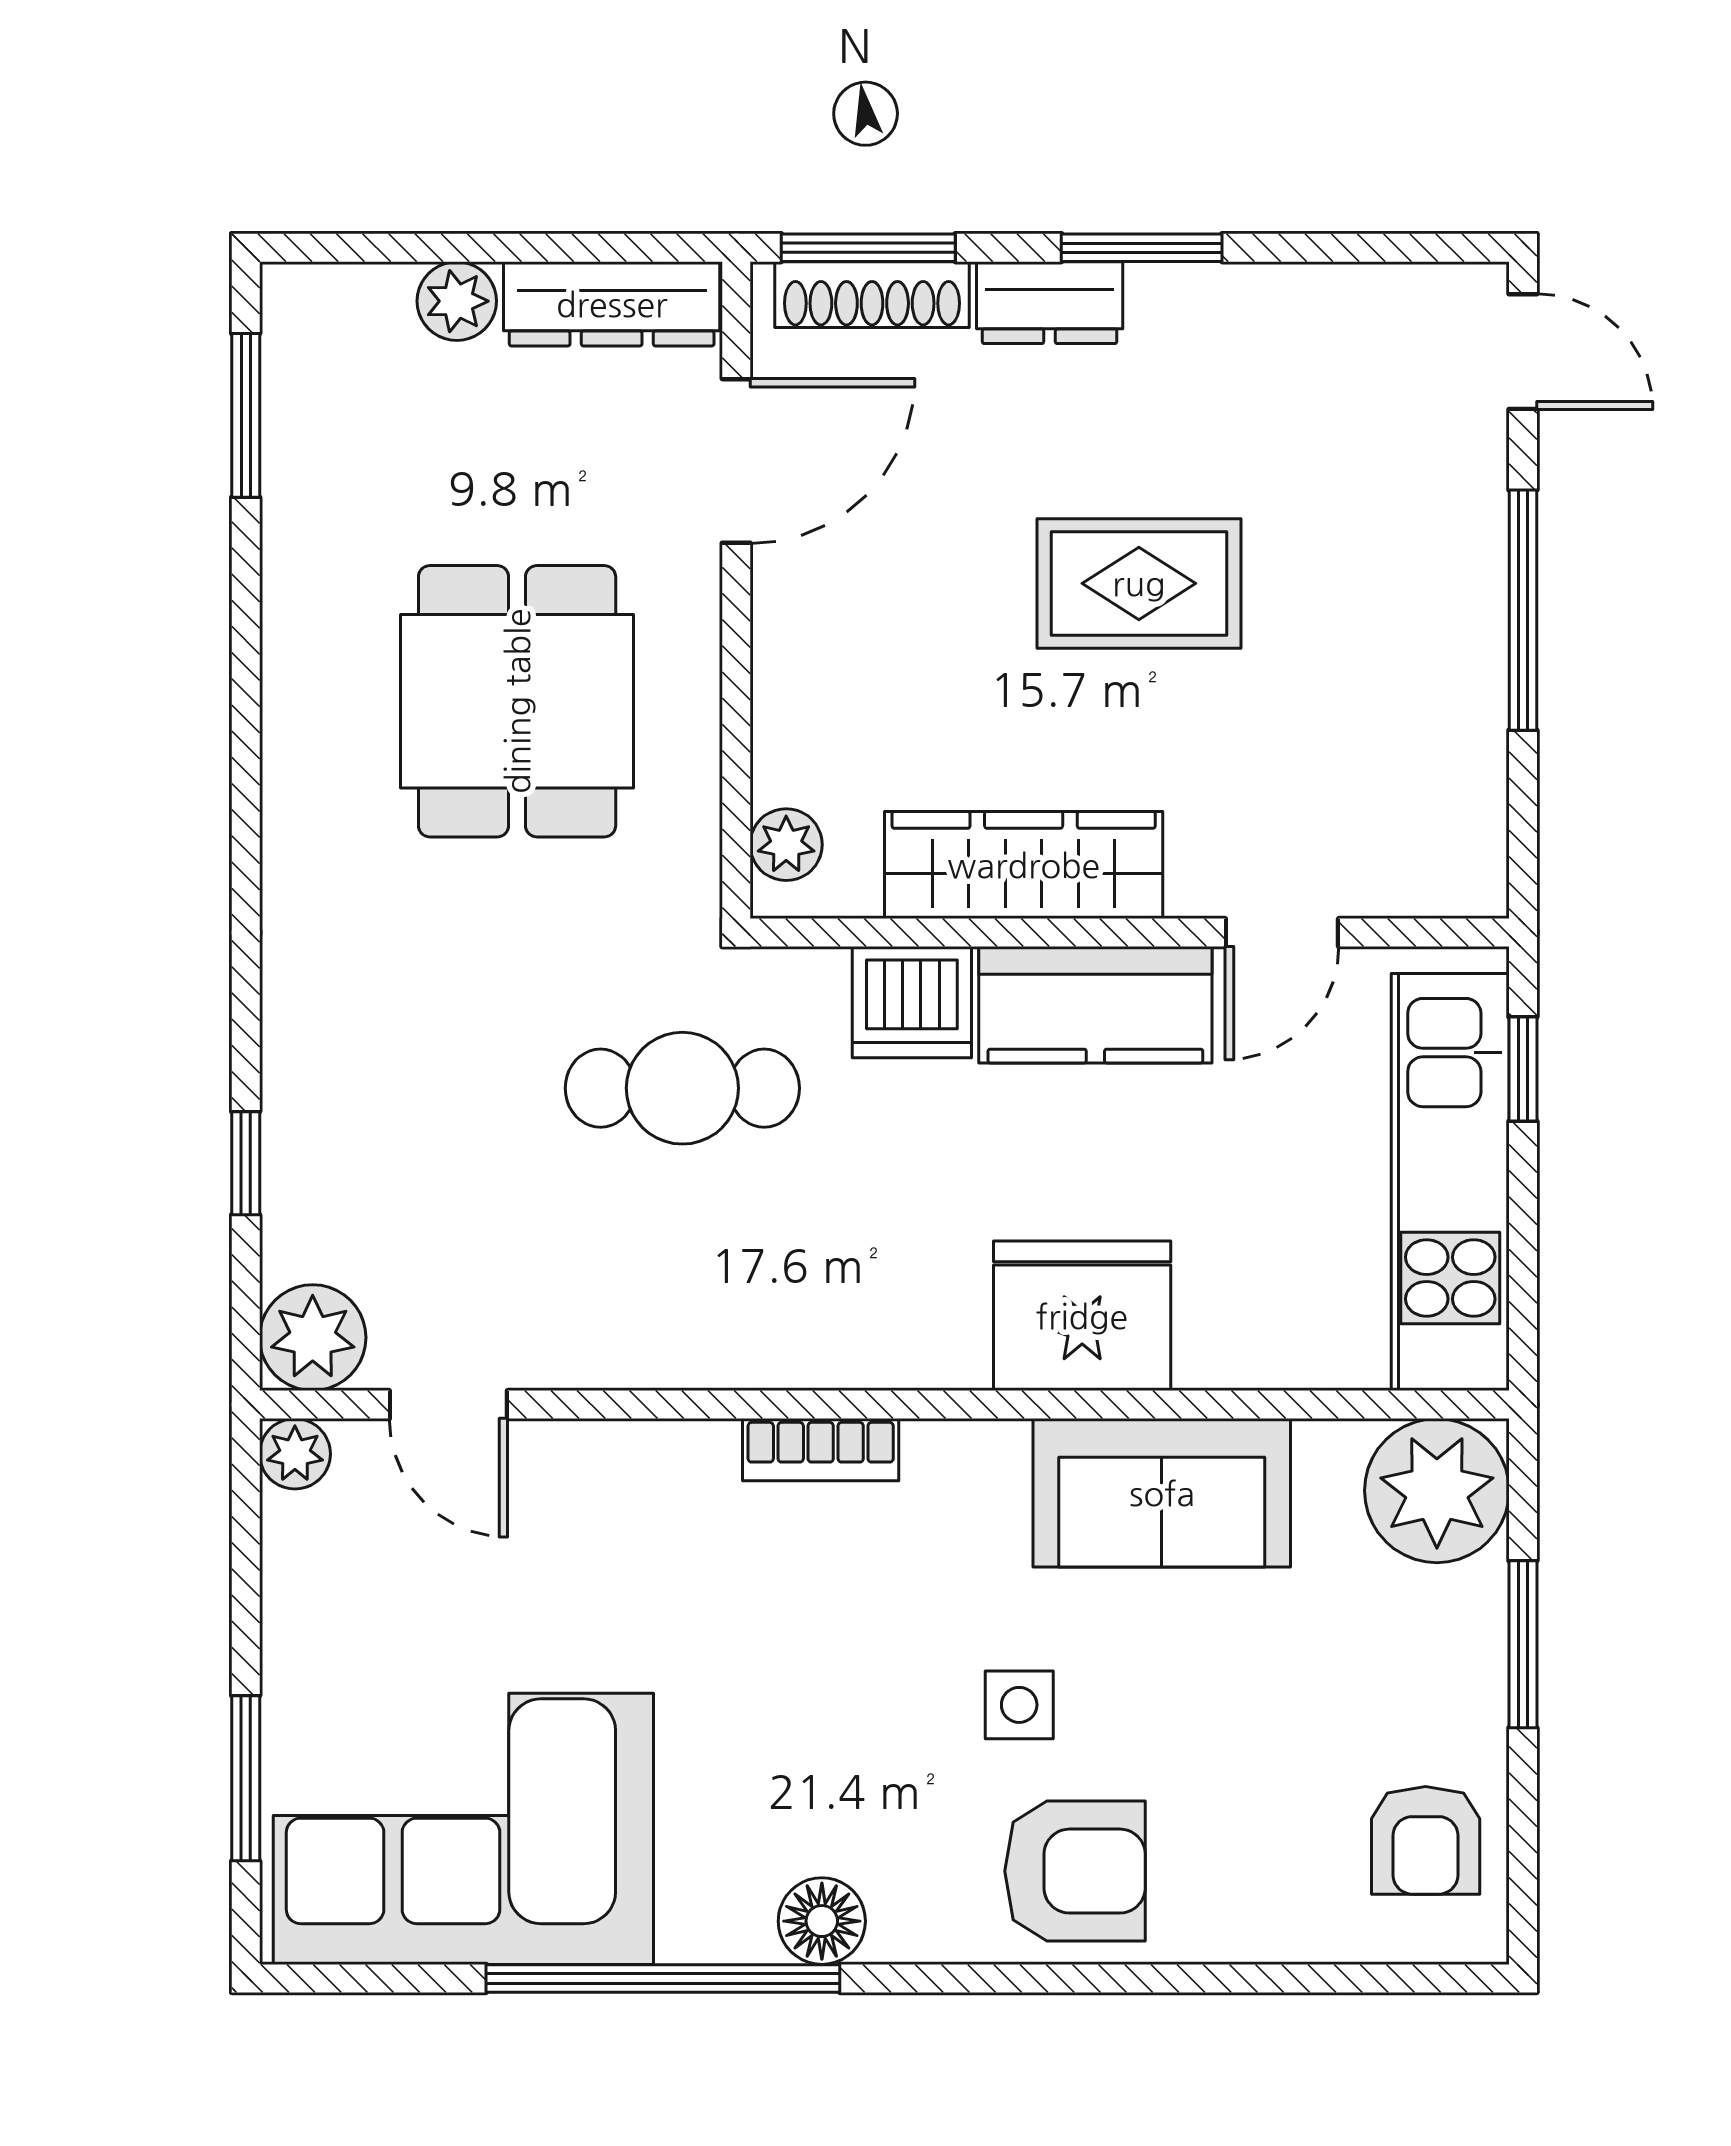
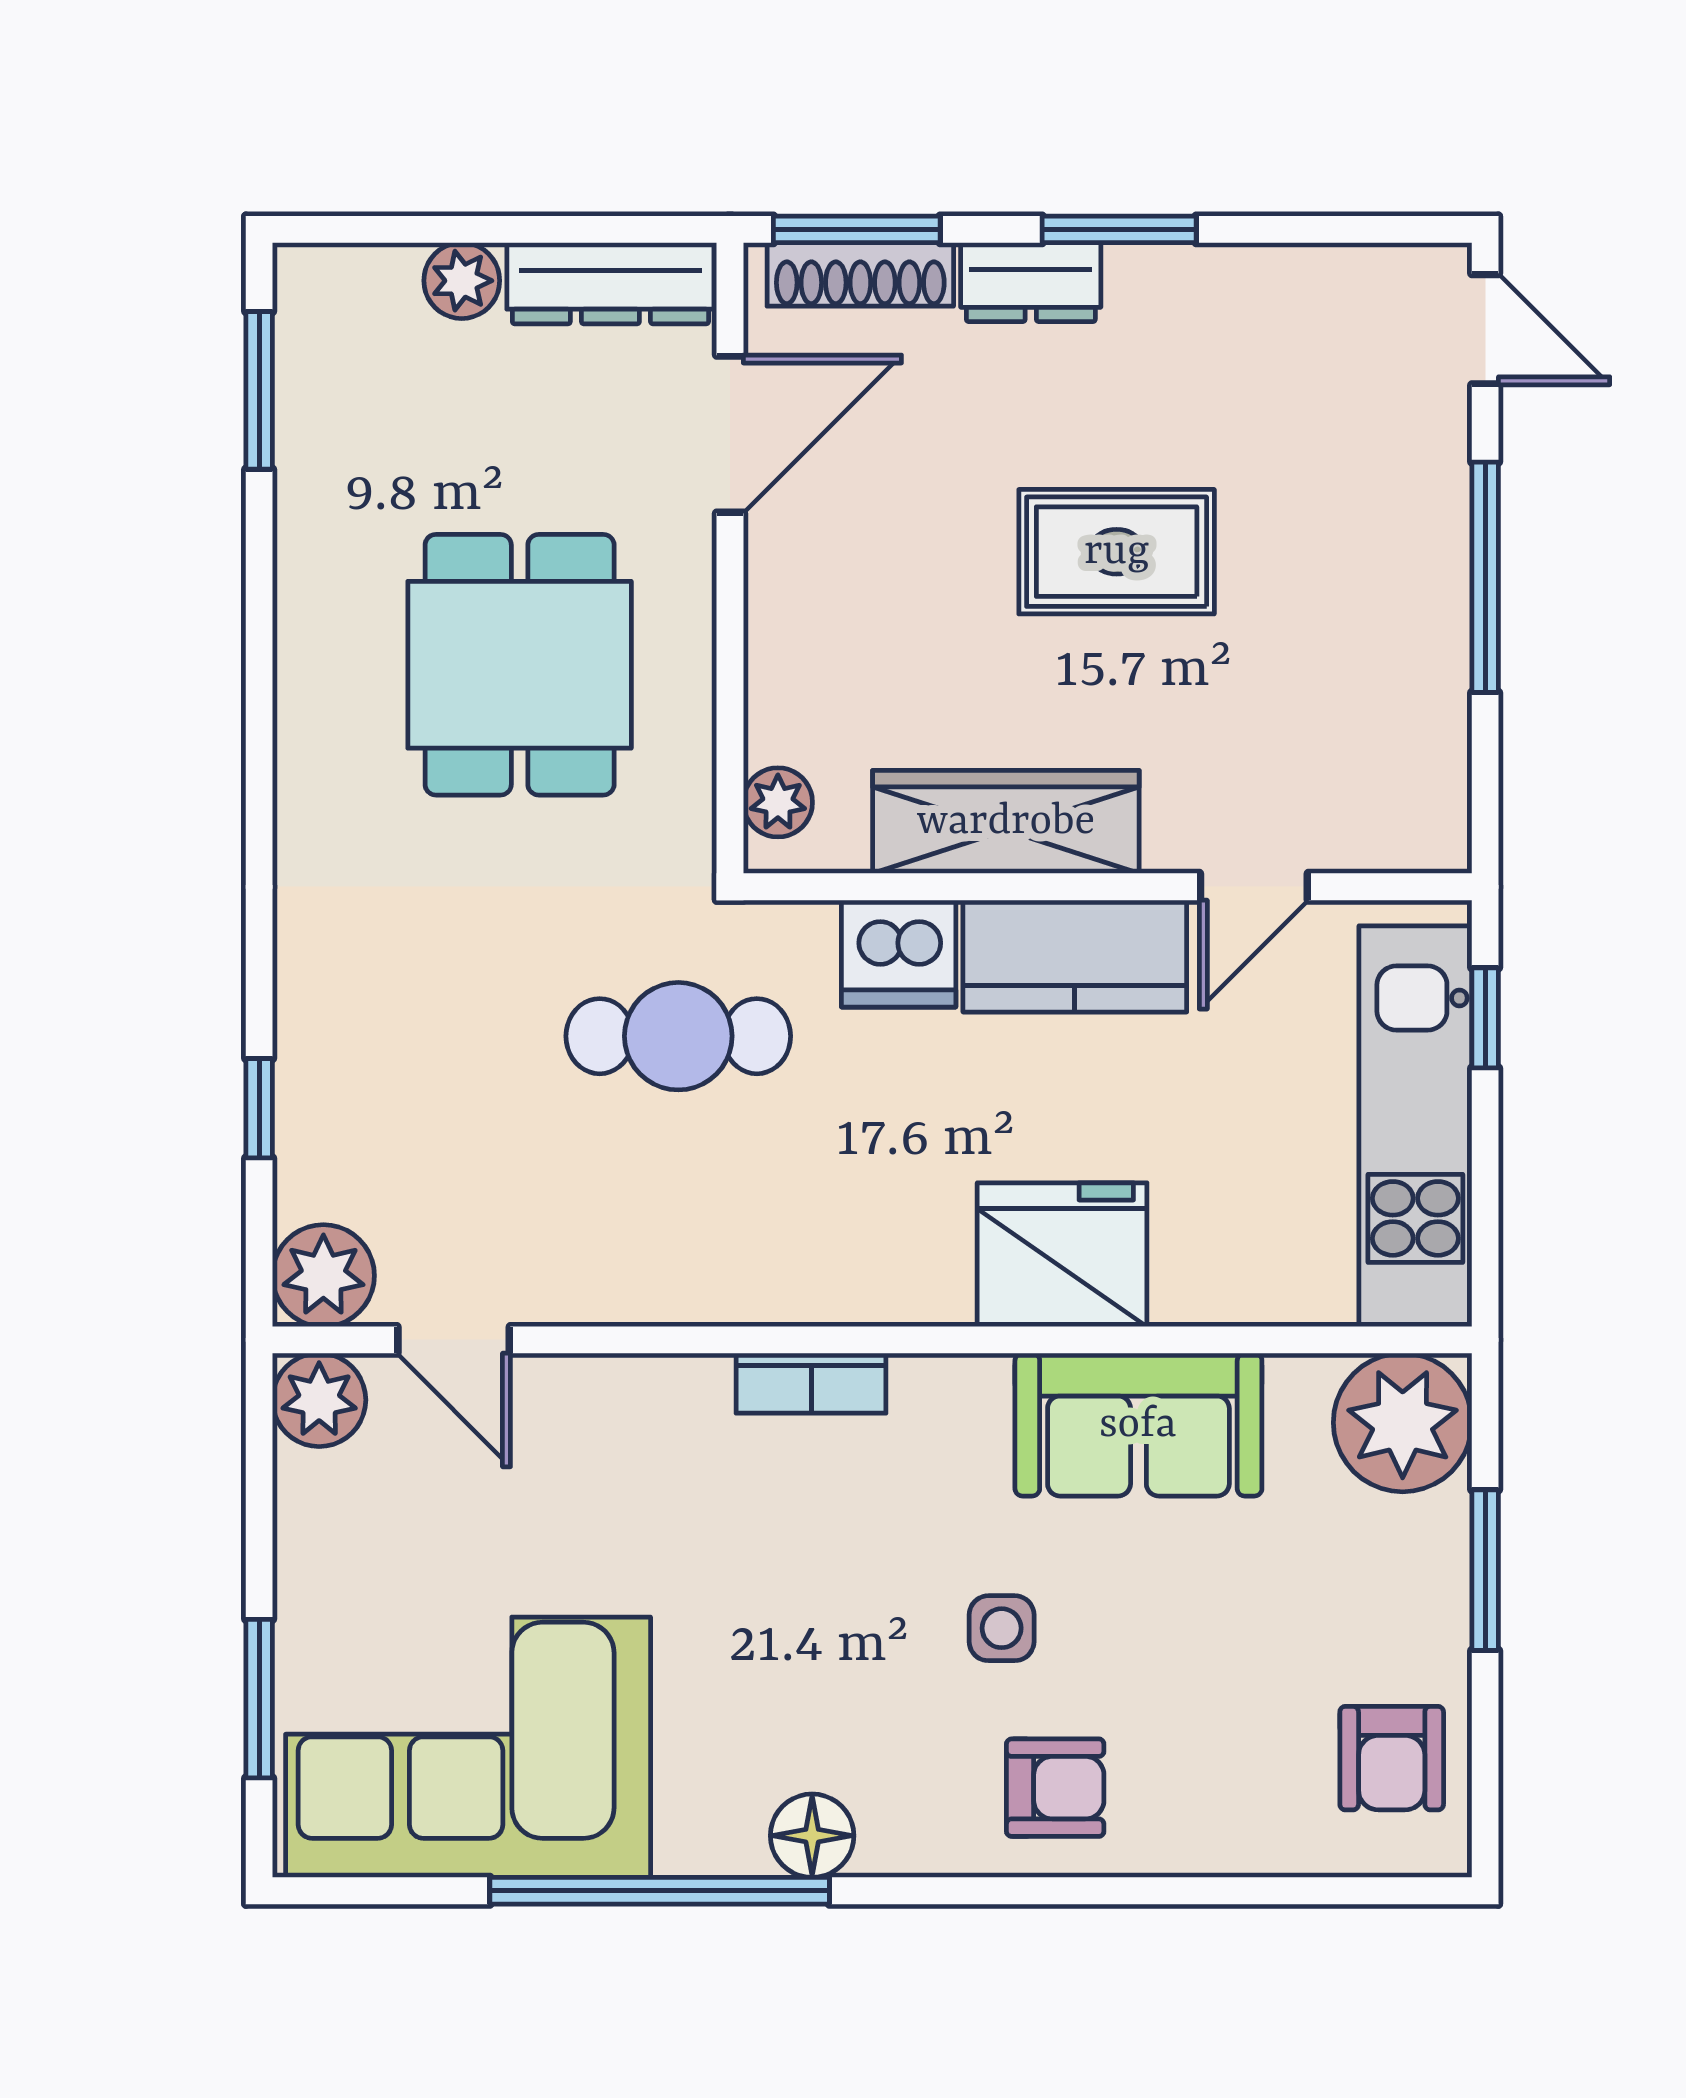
plant: (295, 1454) -> (319, 1400), width x1.38, depth x1.38
armchair: (1075, 1871) -> (1055, 1788), width x0.72, depth x0.72

